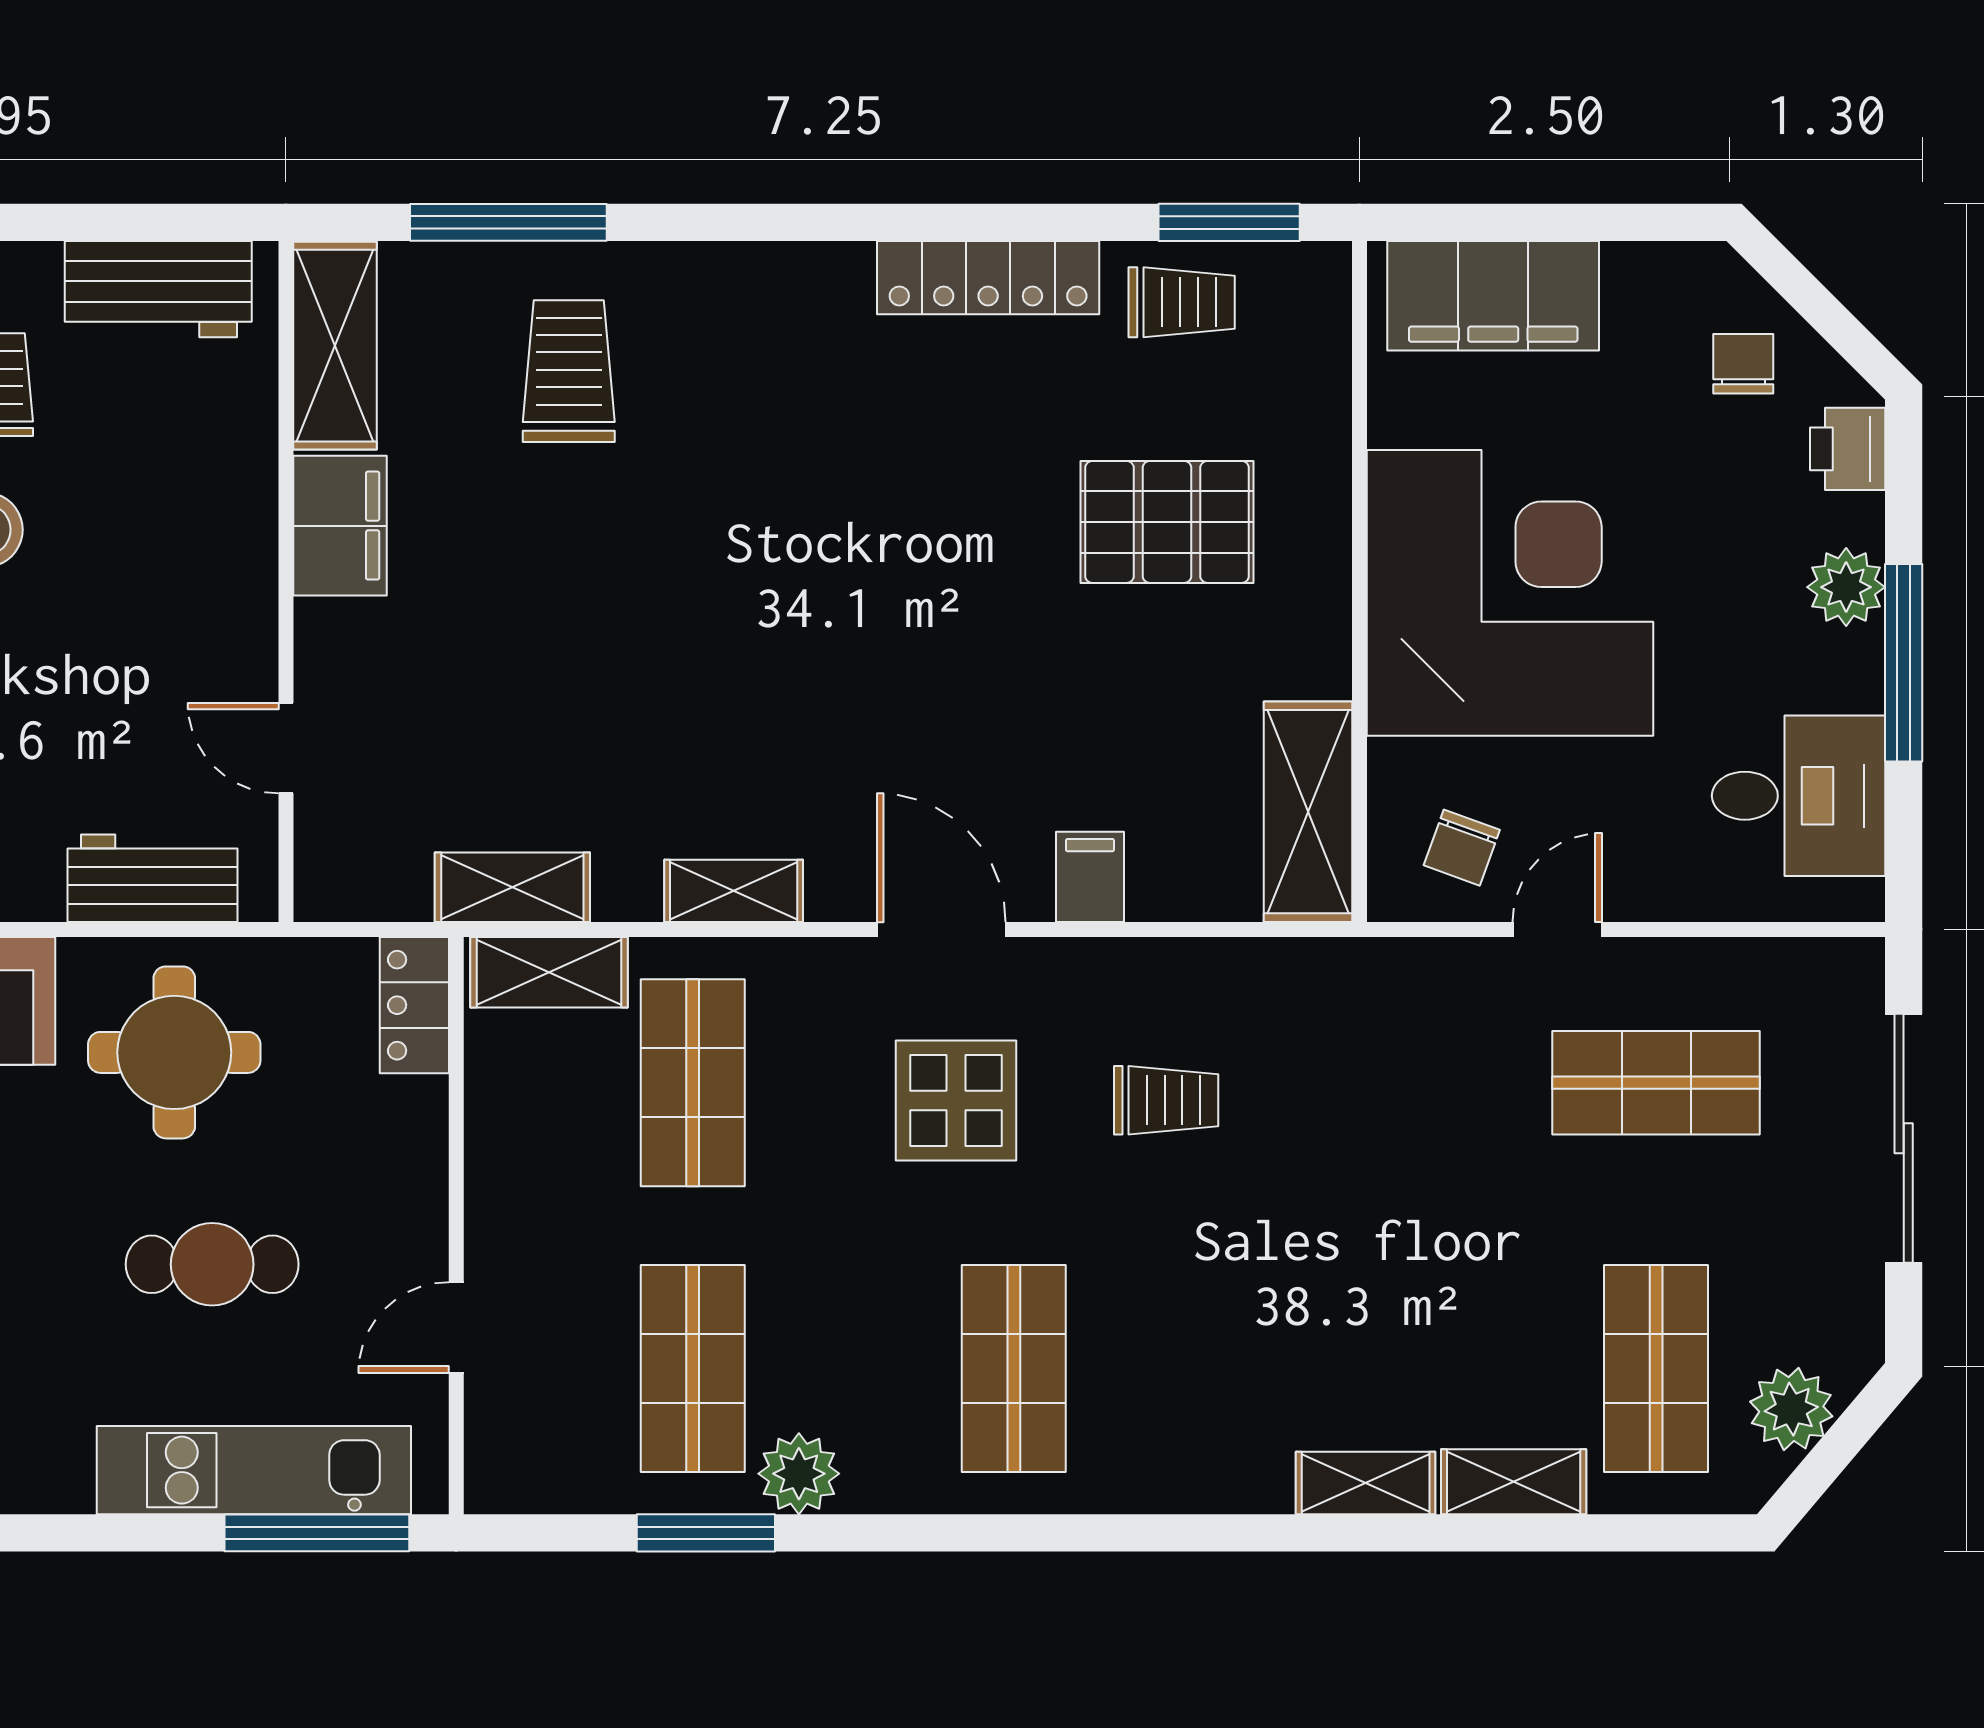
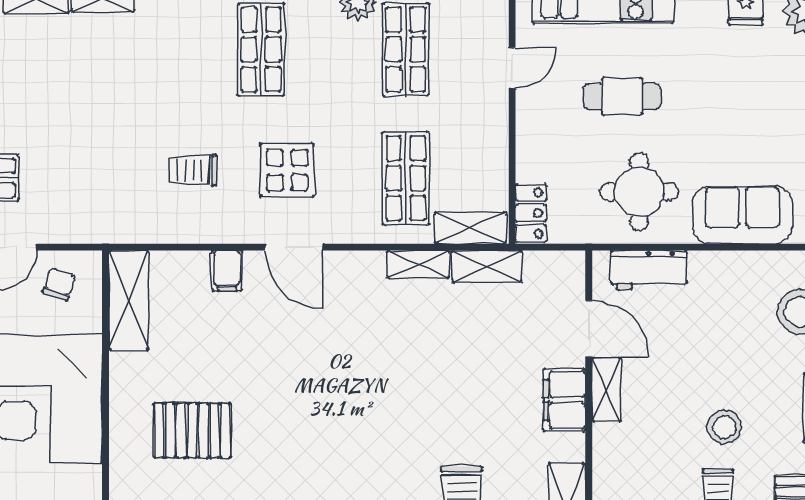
filing cabinet: (340, 526) -> (564, 400), moved
shelving: (247, 613) -> (607, 389), added
door: (286, 748) -> (589, 329), width x1.38
shelving: (734, 891) -> (418, 264), moved

